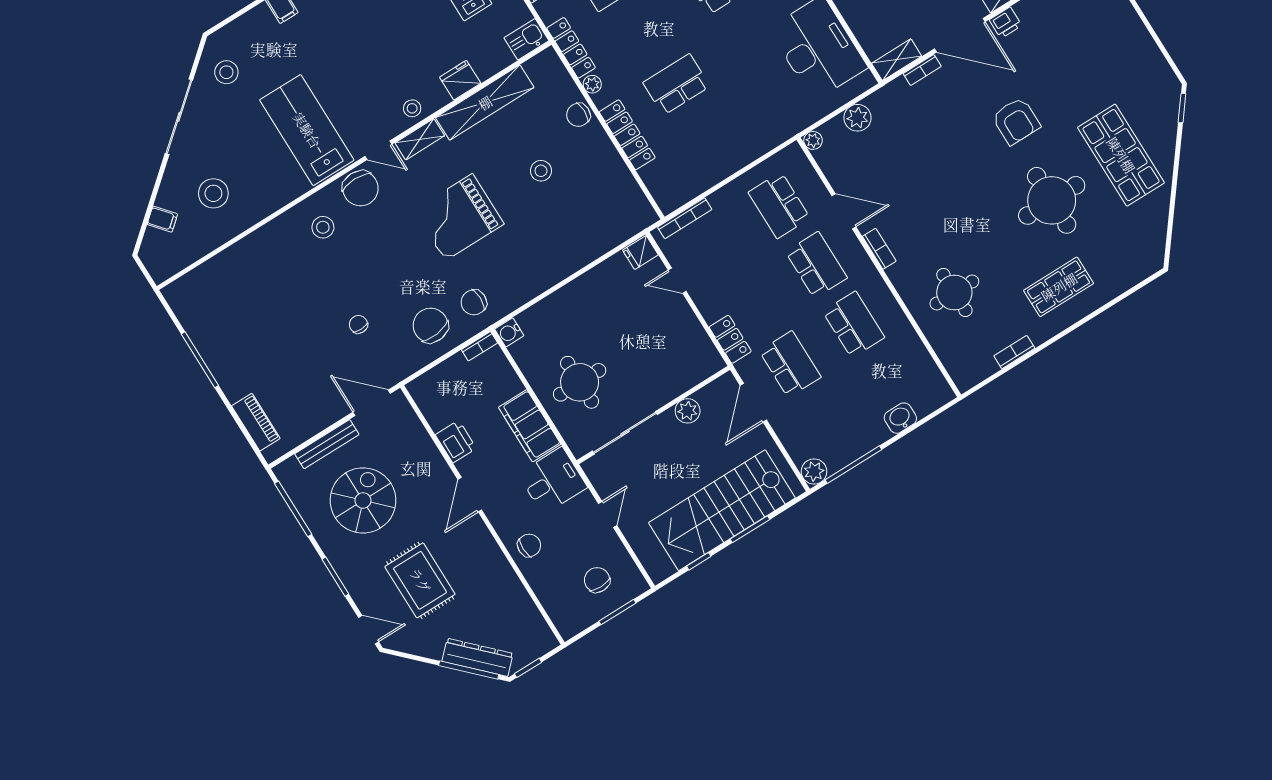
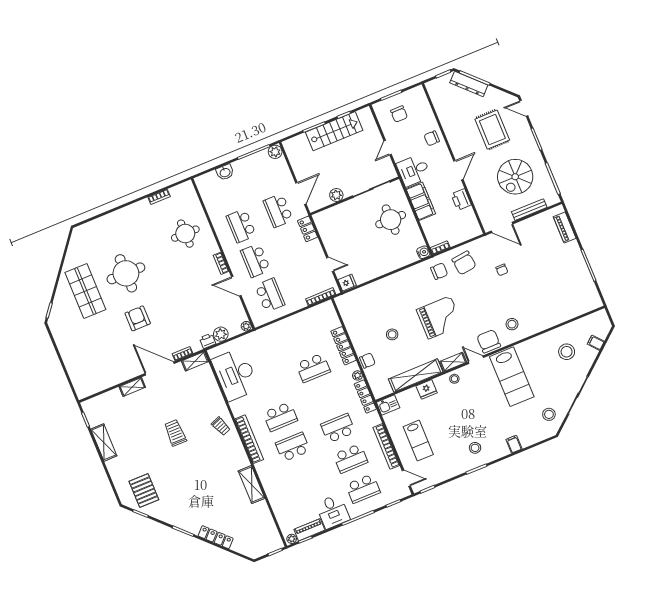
printer: (1005, 23) -> (208, 341), moved
shop shelf: (1059, 287) -> (130, 227), removed
stairs: (722, 510) -> (334, 131), width x0.73, depth x0.66

